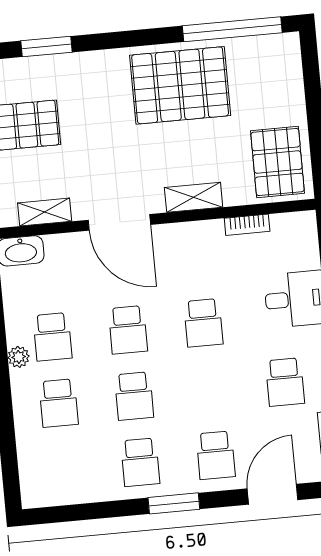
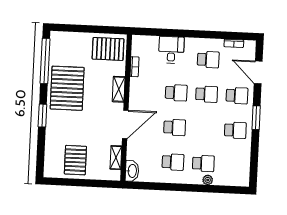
window: (47, 46) -> (42, 116), moved
plant: (19, 357) -> (208, 180), moved
school desk: (134, 396) -> (207, 94), moved

